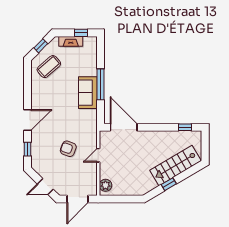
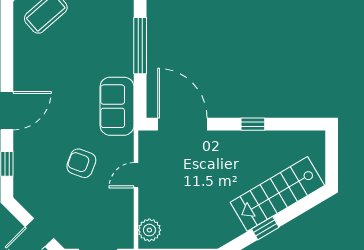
sofa: (88, 93) -> (117, 106), moved
window: (185, 127) -> (253, 124), moved

